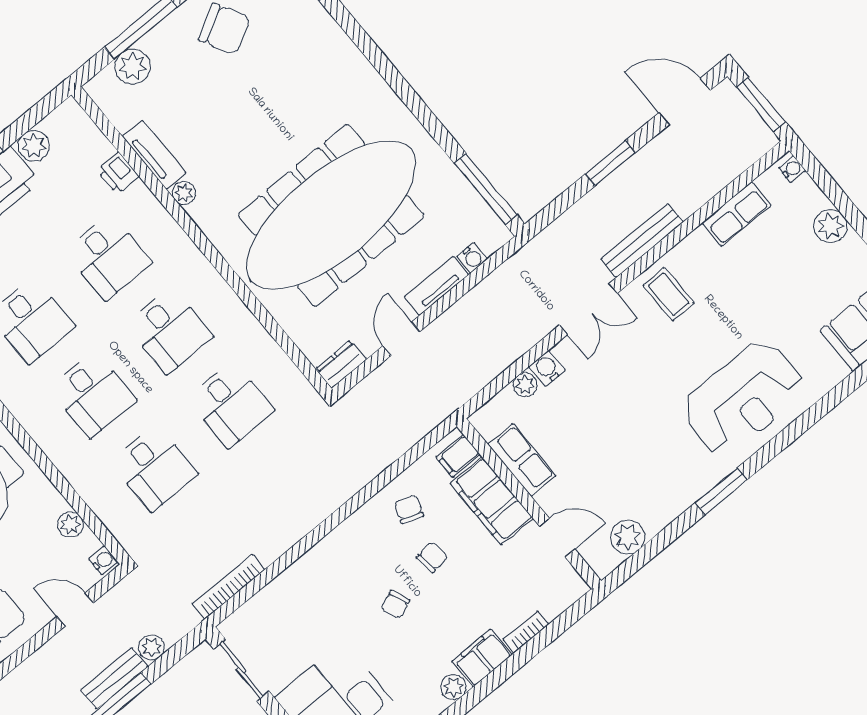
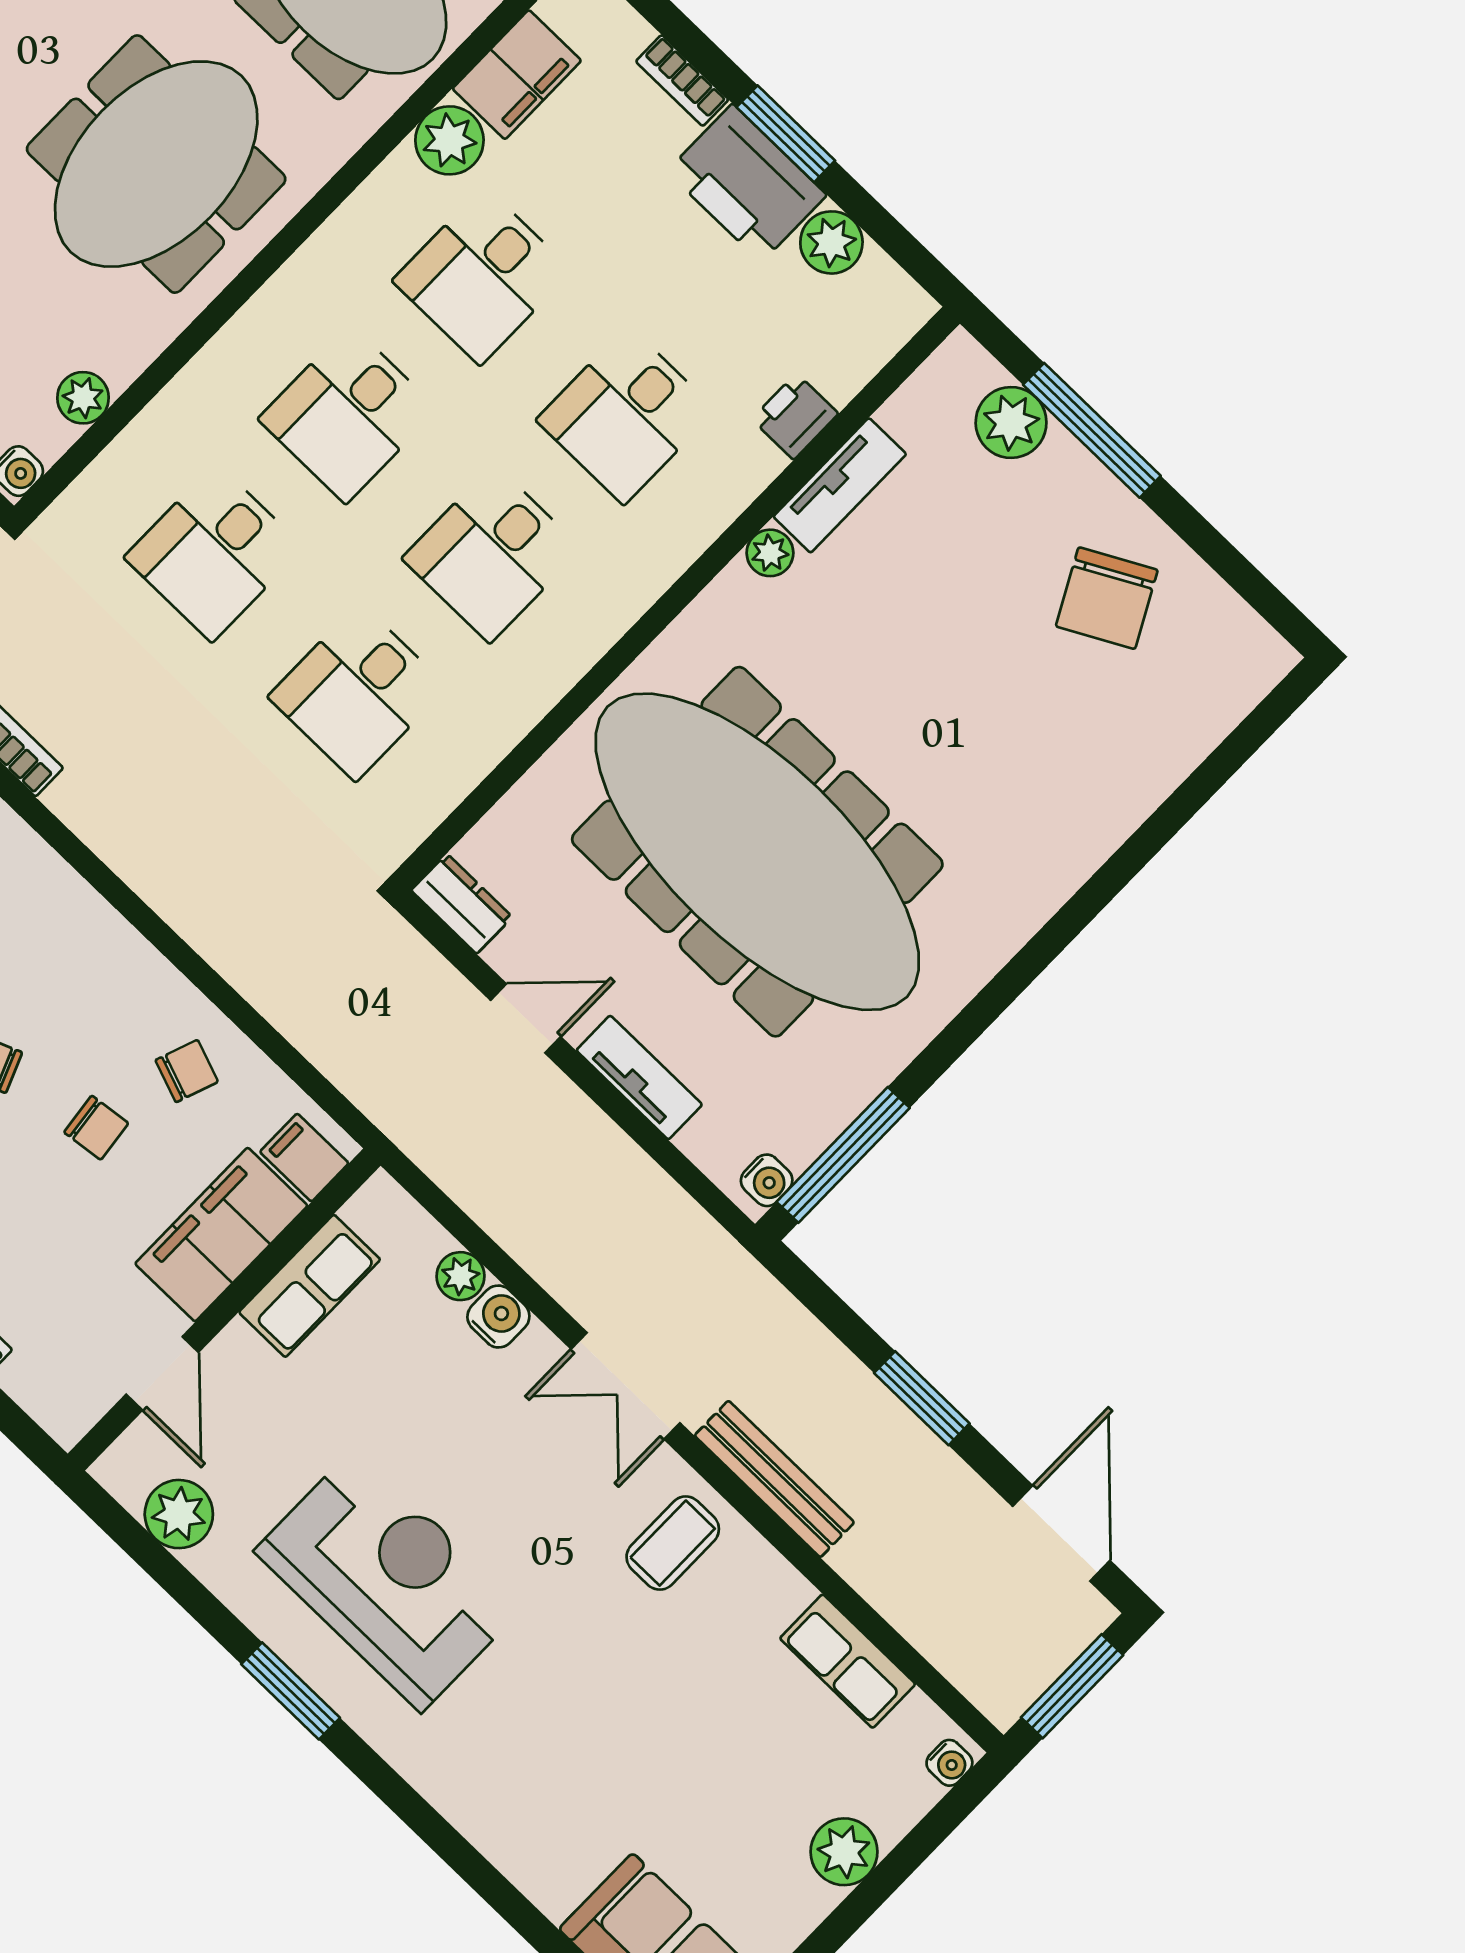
water cooler: (472, 258) -> (767, 1180), moved, turned -90
reception desk: (743, 398) -> (388, 1580), moved, turned 180

